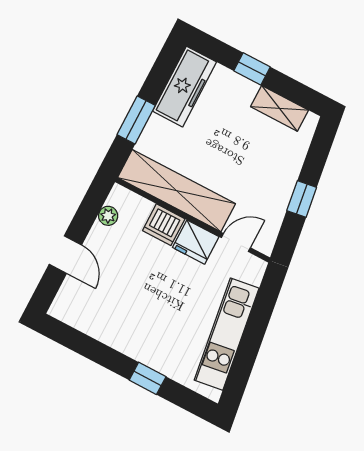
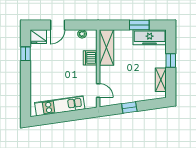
window: (136, 120) -> (139, 25), moved
shelving: (177, 191) -> (106, 47), width x0.68
fridge: (196, 242) -> (38, 37), moved, turned -90
window: (148, 378) -> (25, 54), moved

